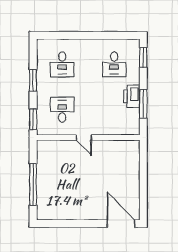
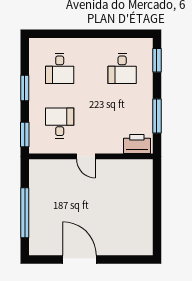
printer: (132, 96) -> (137, 144), moved, turned 90
door: (121, 224) -> (80, 259), moved

